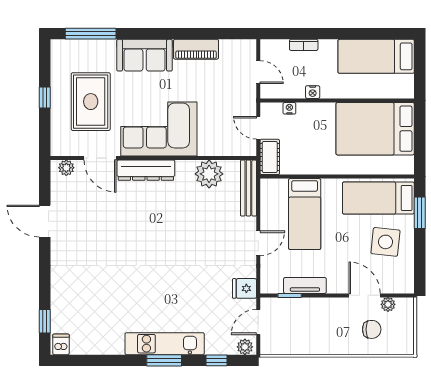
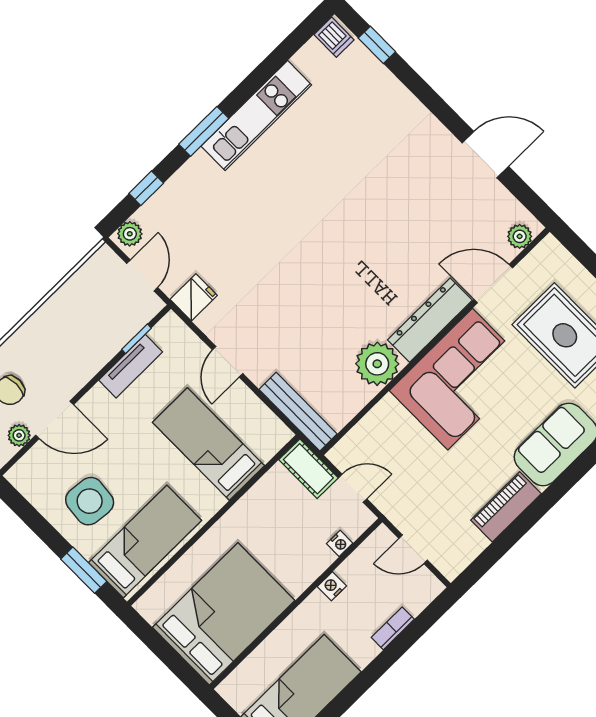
plant: (209, 174) -> (377, 364), moved
kitchen unit: (165, 344) -> (256, 116), moved

